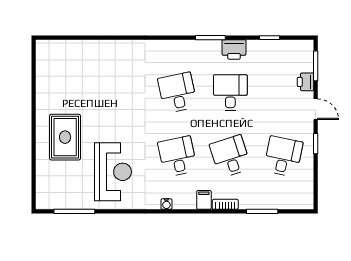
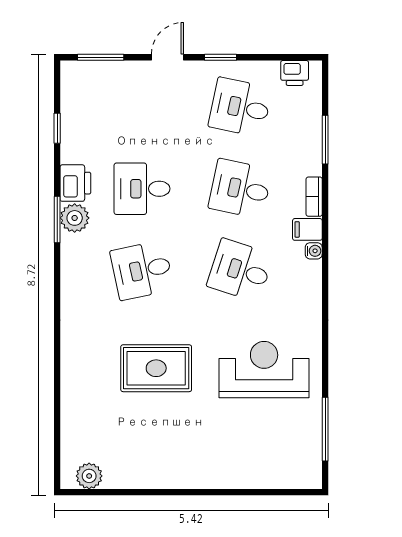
plant: (211, 49) -> (75, 218), added
plant: (44, 58) -> (89, 476), added
printer: (305, 82) -> (295, 73), moved
rug: (65, 137) -> (156, 368), moved
desk: (177, 156) -> (240, 270), turned 30
desk: (230, 156) -> (240, 189), turned 30
water cooler: (166, 204) -> (314, 251), moved

